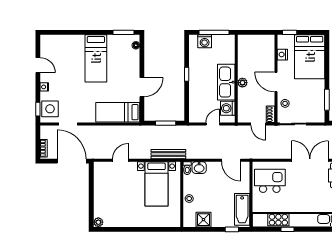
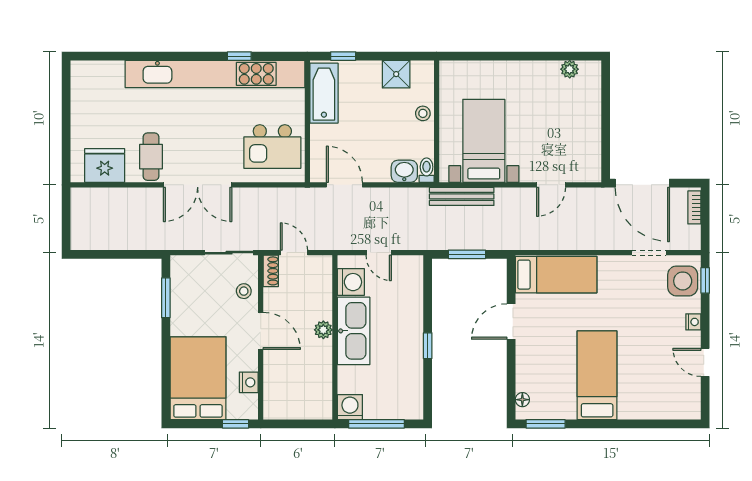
washing machine: (205, 41) -> (350, 407), moved
door: (213, 124) -> (379, 253), hinge flipped
plant: (98, 222) -> (570, 69), moved

